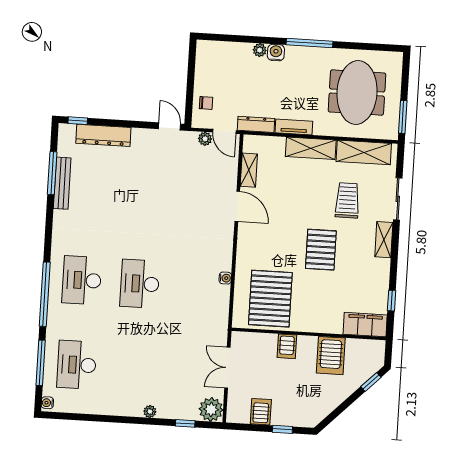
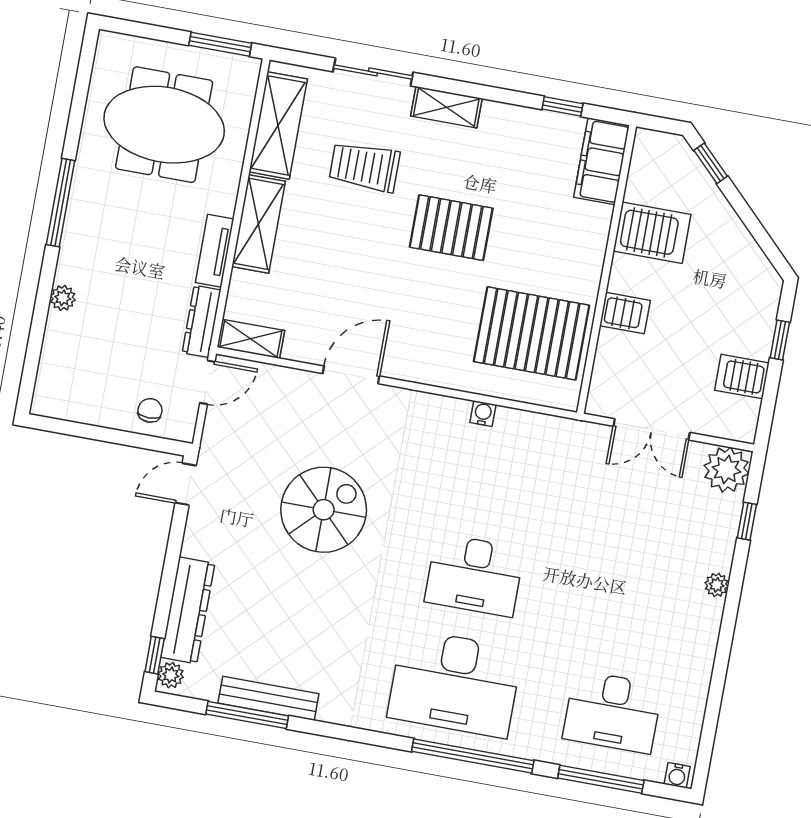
water cooler: (276, 53) -> (71, 268), removed
plant: (205, 139) -> (171, 675), moved
shelving: (249, 170) -> (251, 339), moved
spiral stairs: (165, 200) -> (324, 510), added
desk: (82, 280) -> (455, 683), width x1.36, depth x1.30

